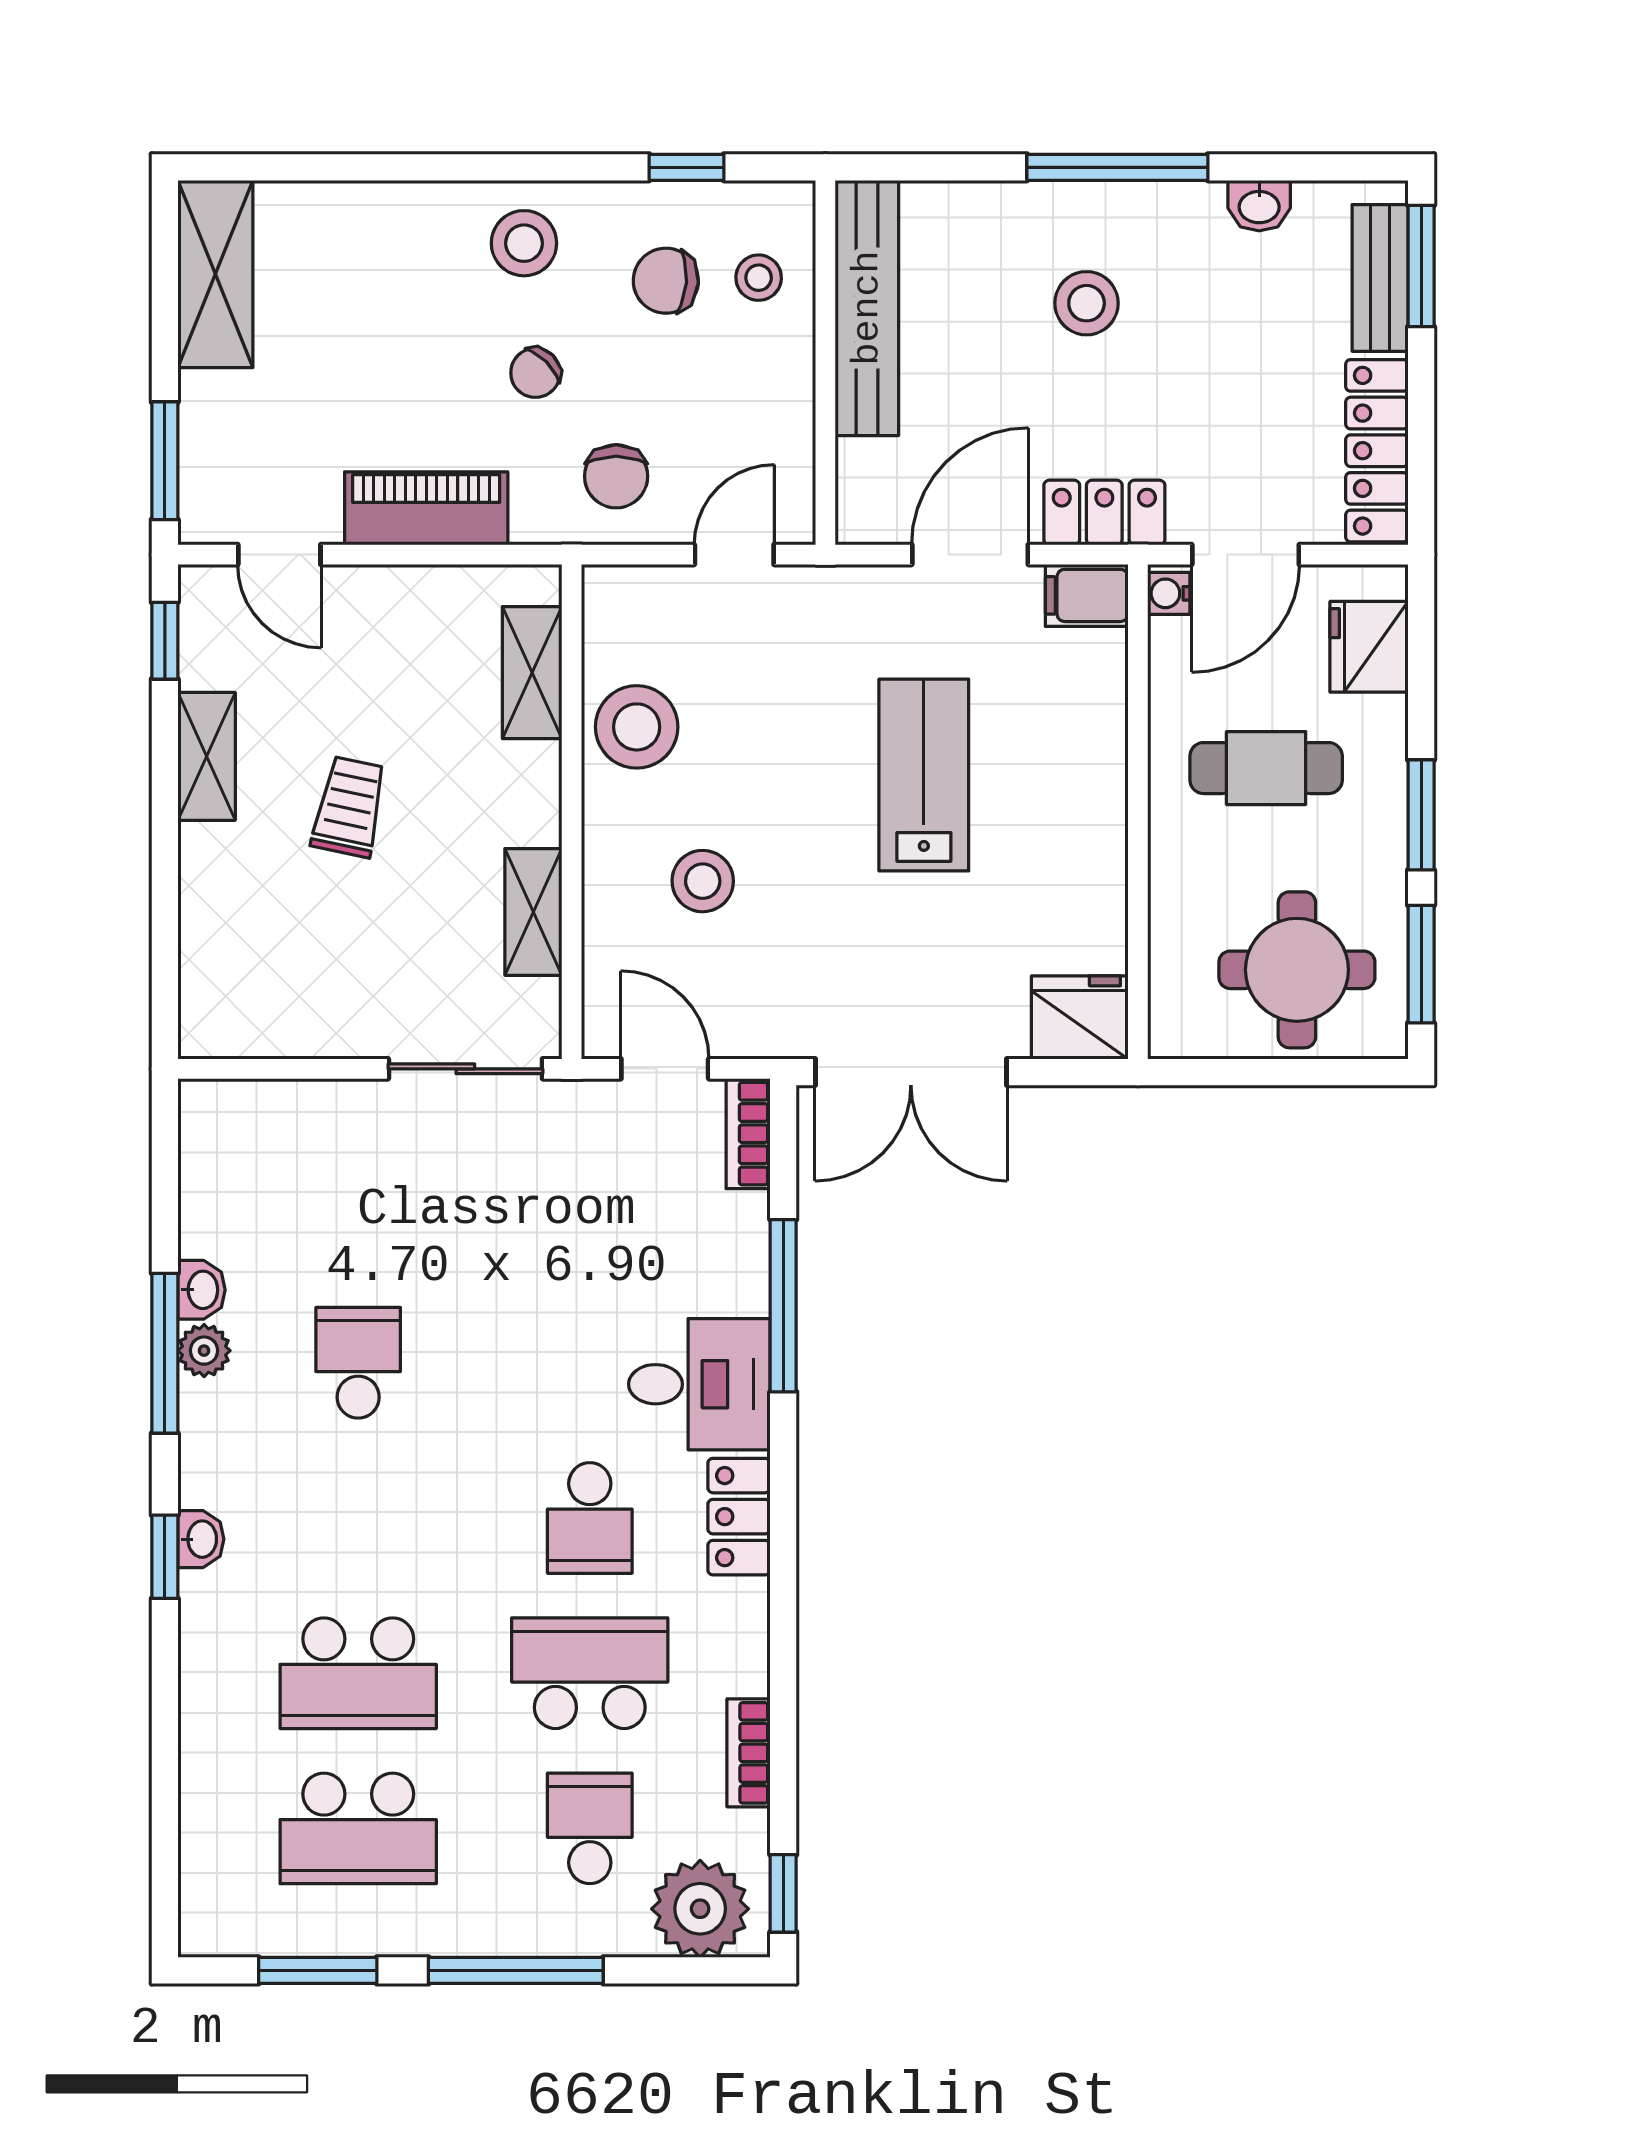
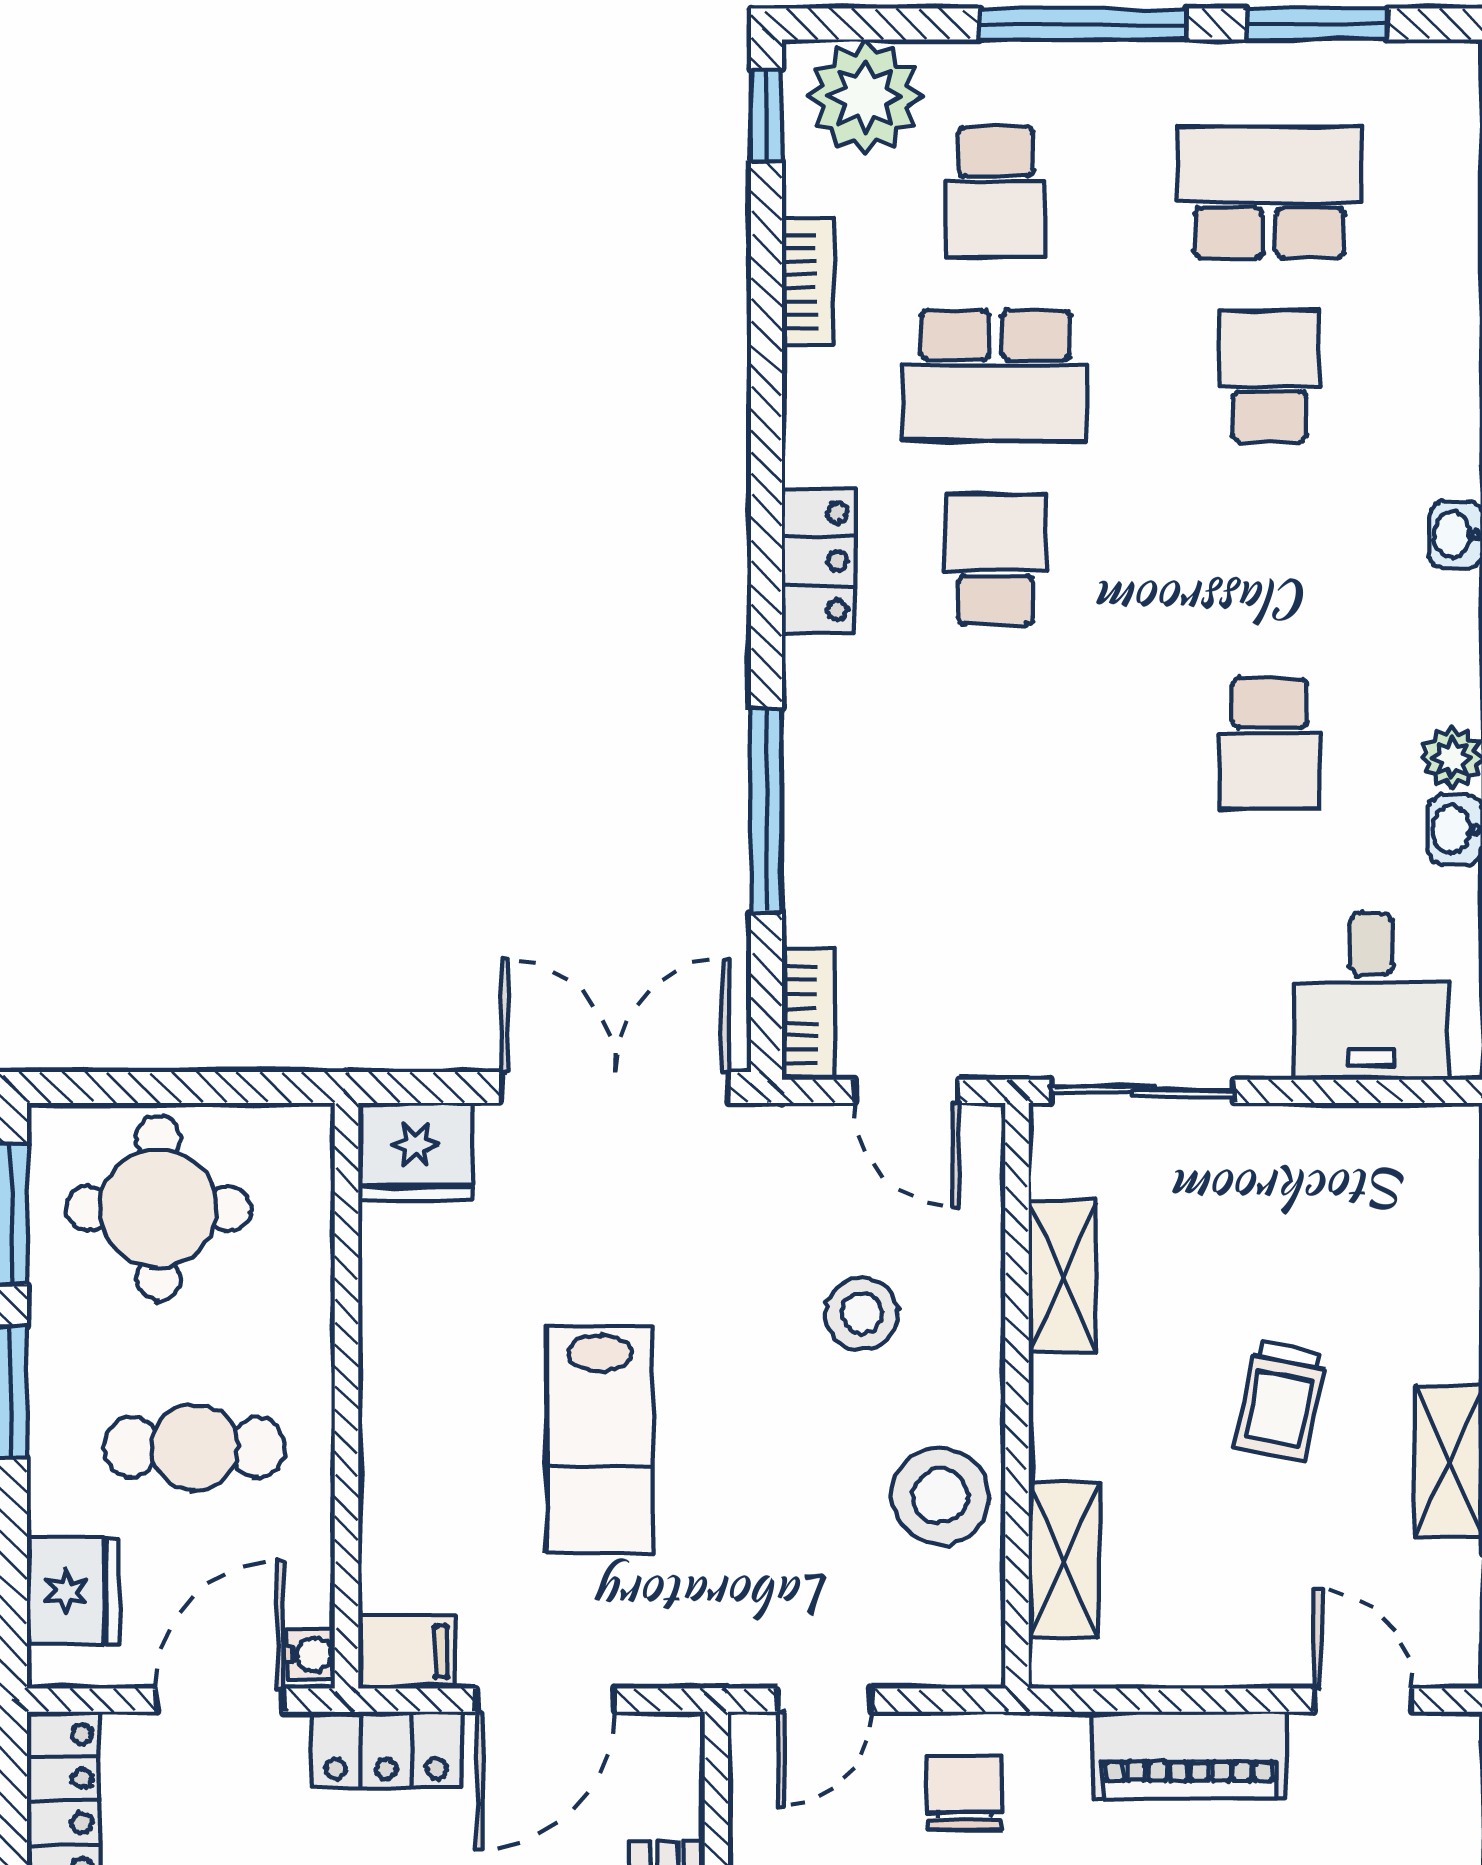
desk: (699, 1384) -> (1371, 996), moved, turned -90
school desk: (358, 1673) -> (1270, 376), width x0.54

